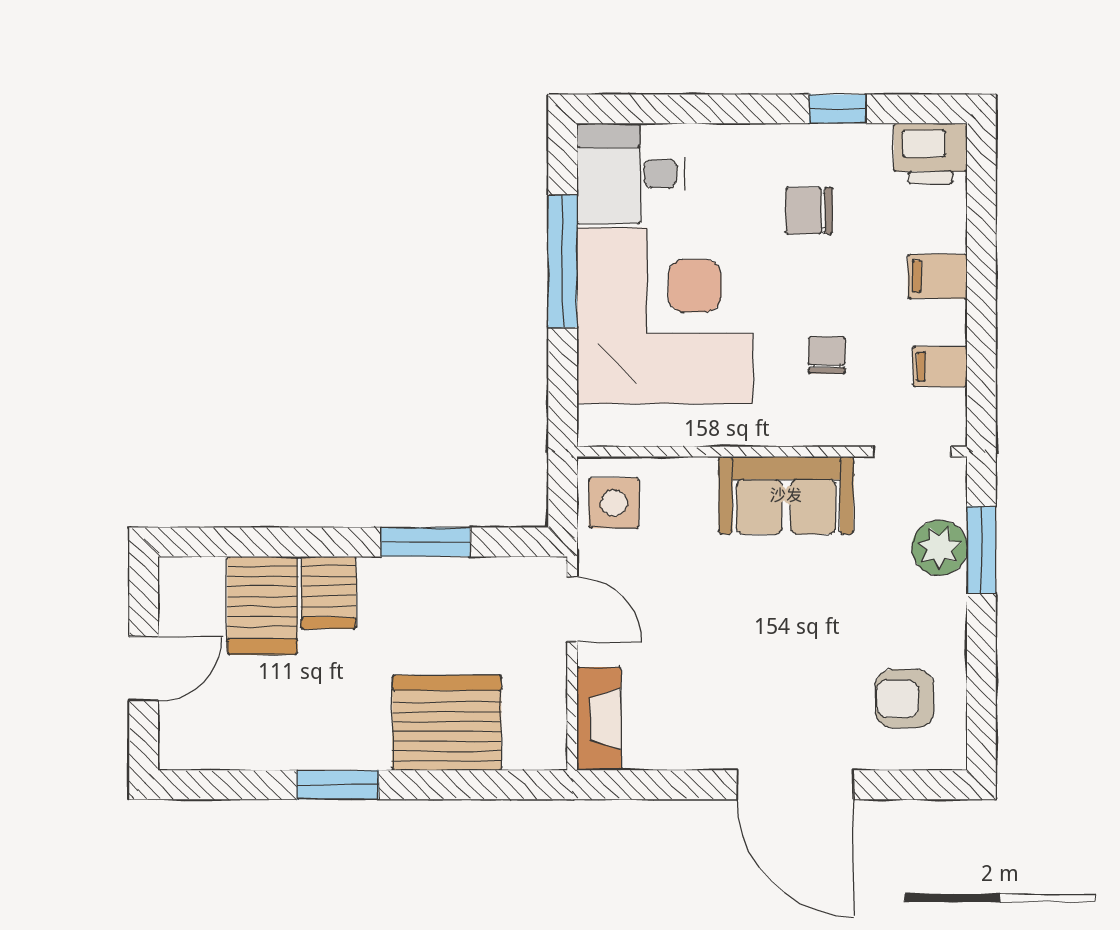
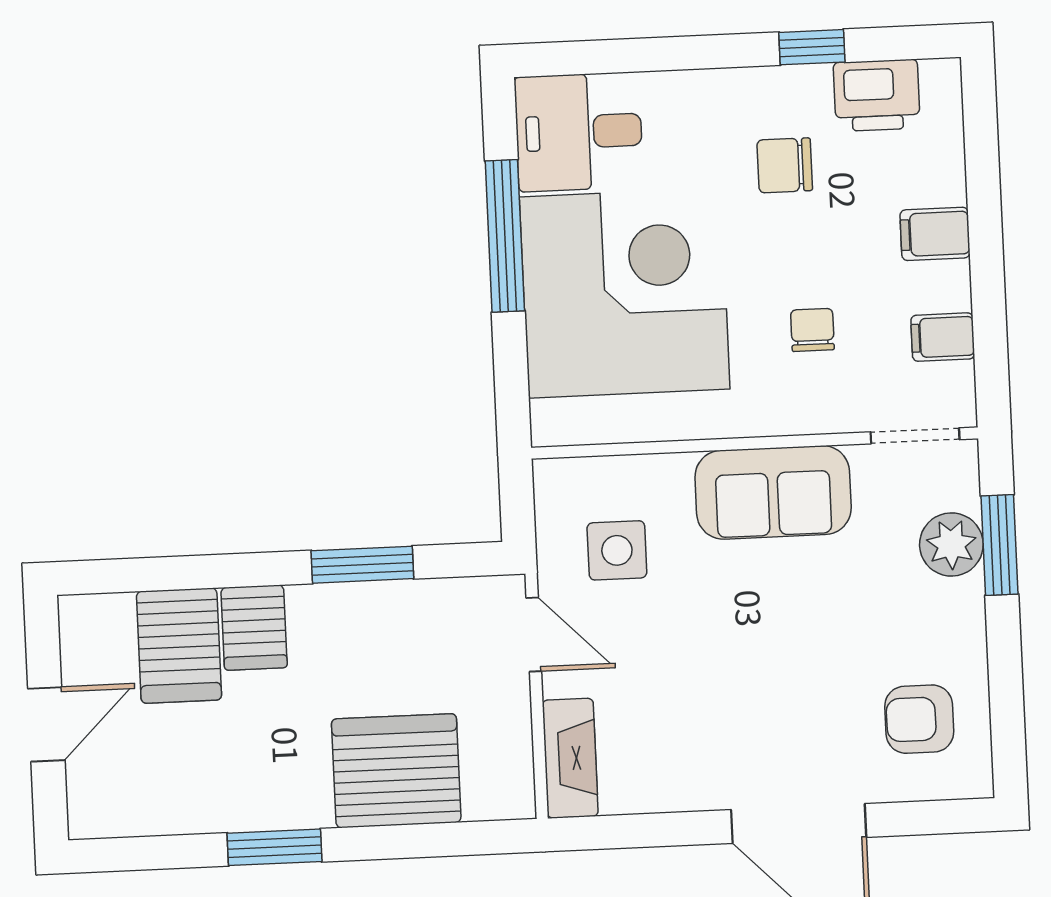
printer: (931, 153) -> (877, 95), moved
side table: (614, 503) -> (617, 550), moved

